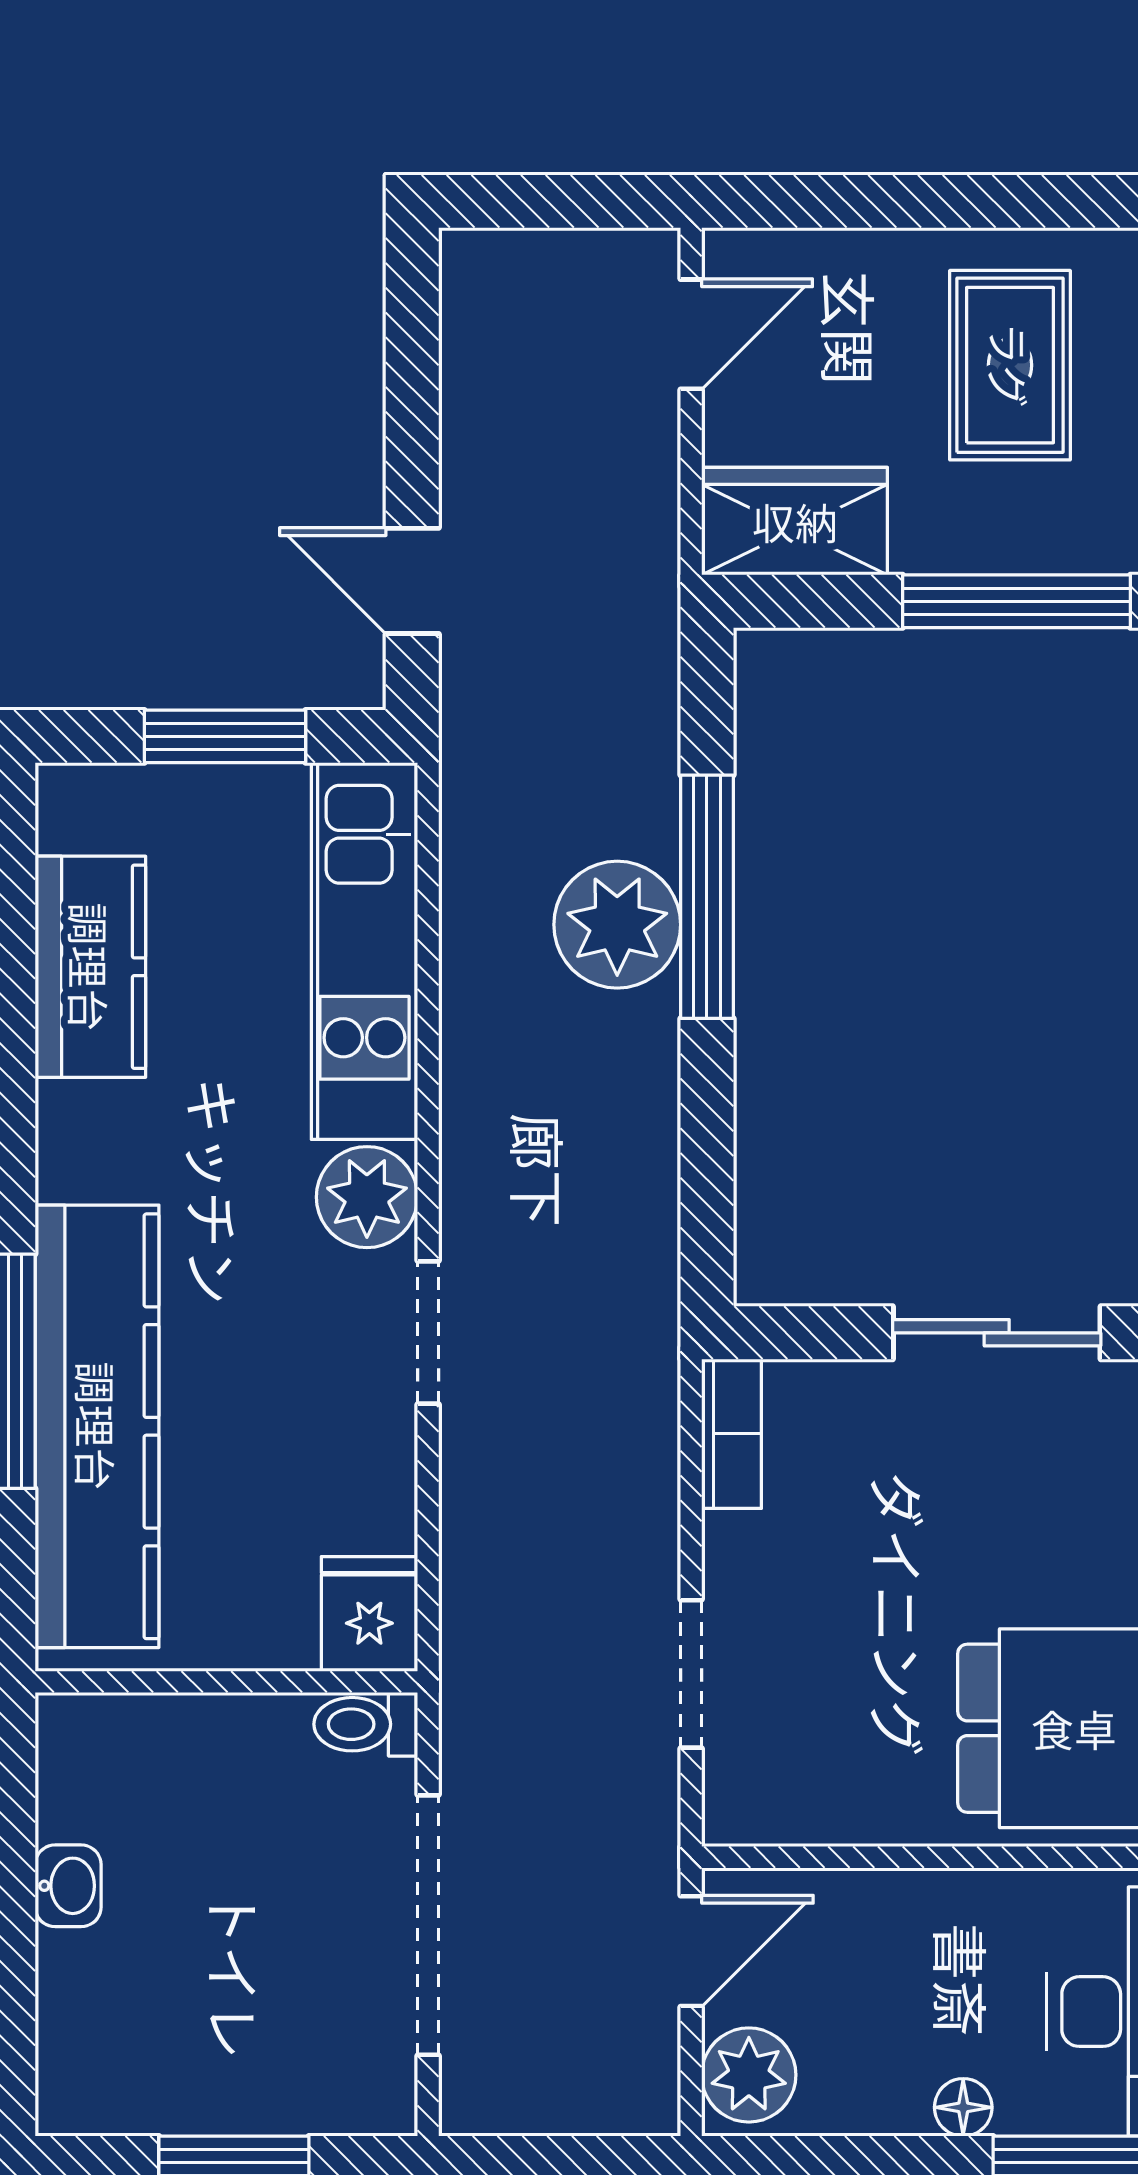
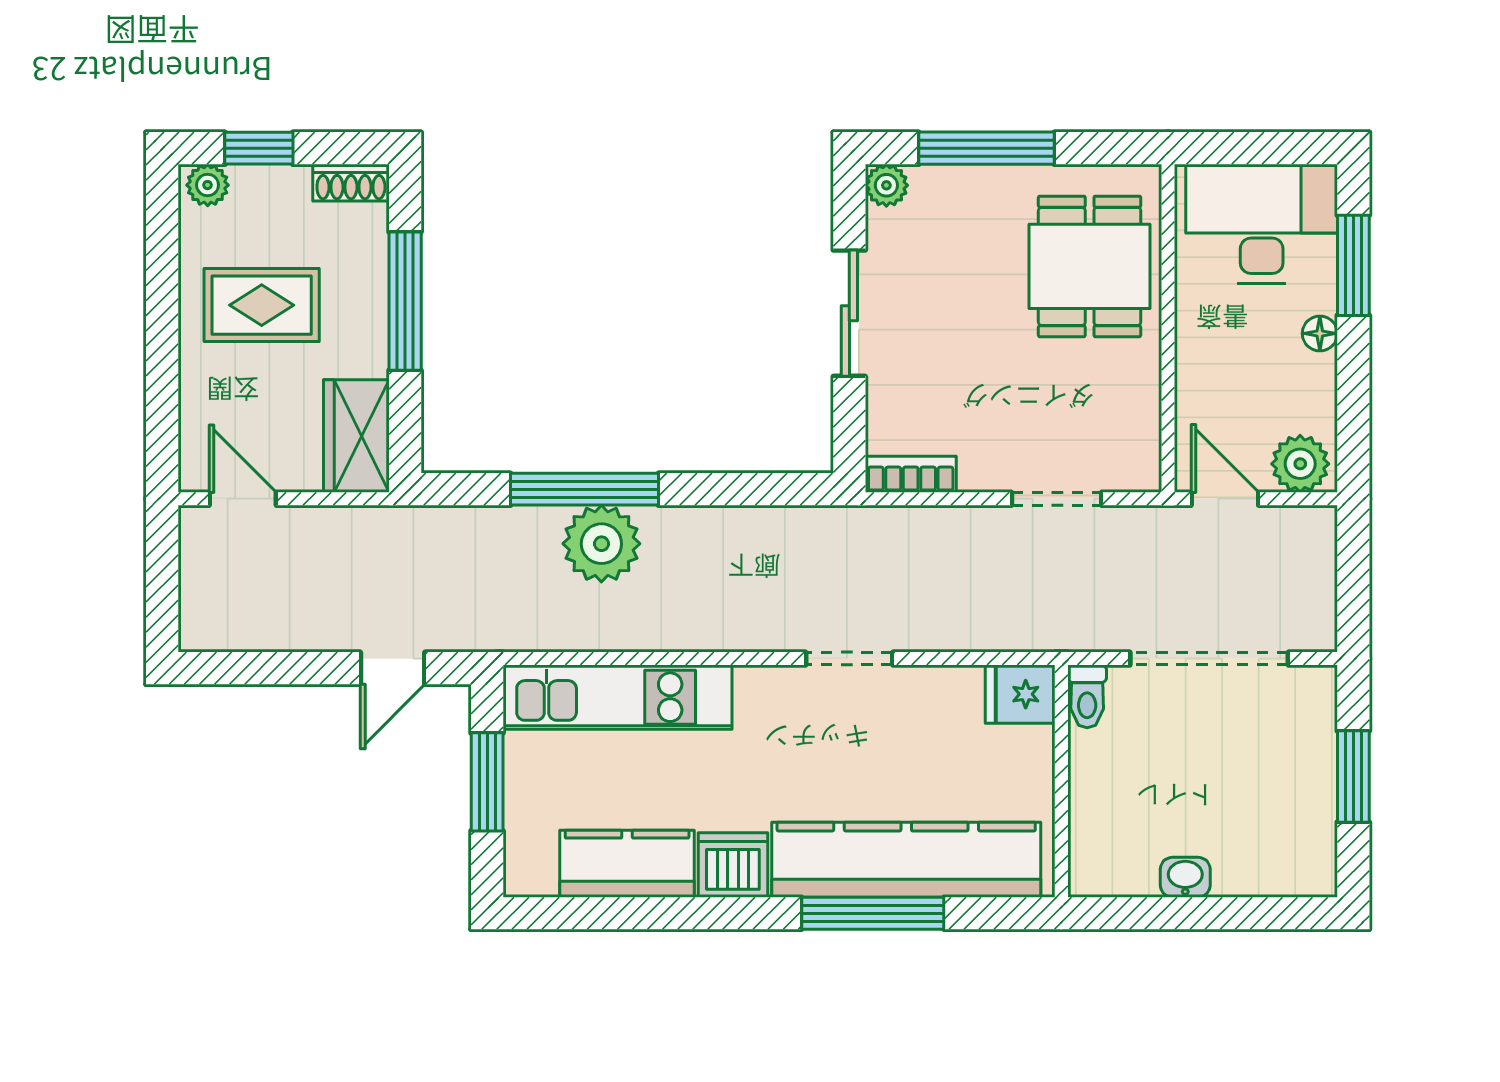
dishwasher: (88, 1141) -> (733, 865), added
plant: (367, 1197) -> (767, 696), removed

